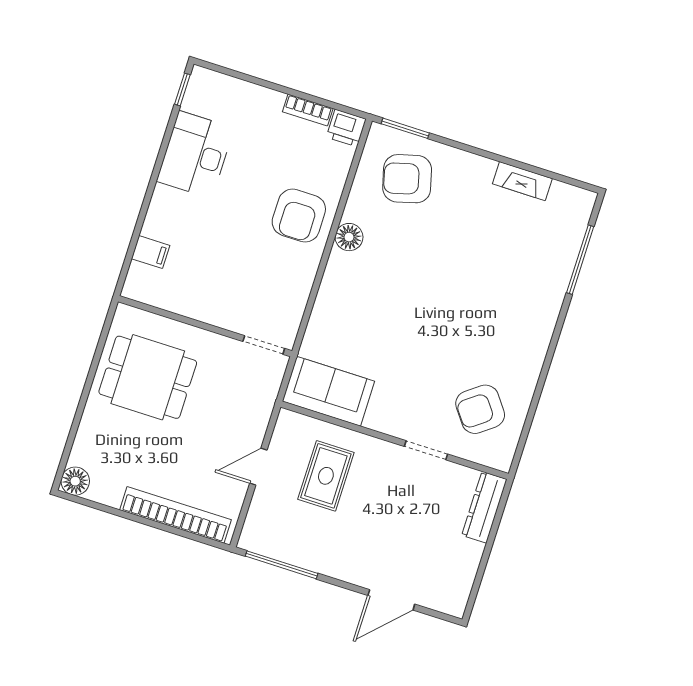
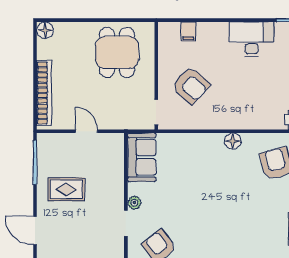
armchair: (299, 216) -> (191, 85), moved, turned -138
plant: (398, 426) -> (134, 203), added
rug: (326, 476) -> (66, 189), moved

